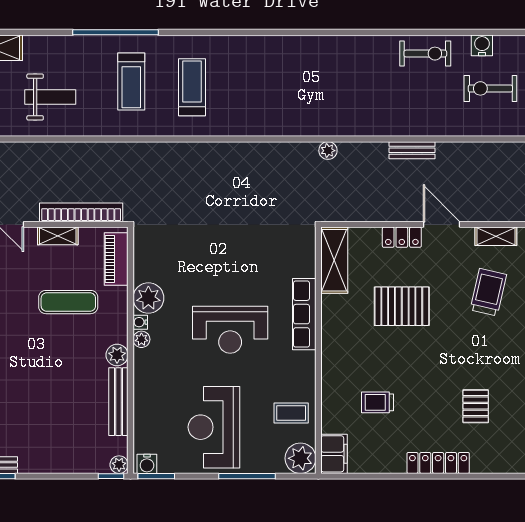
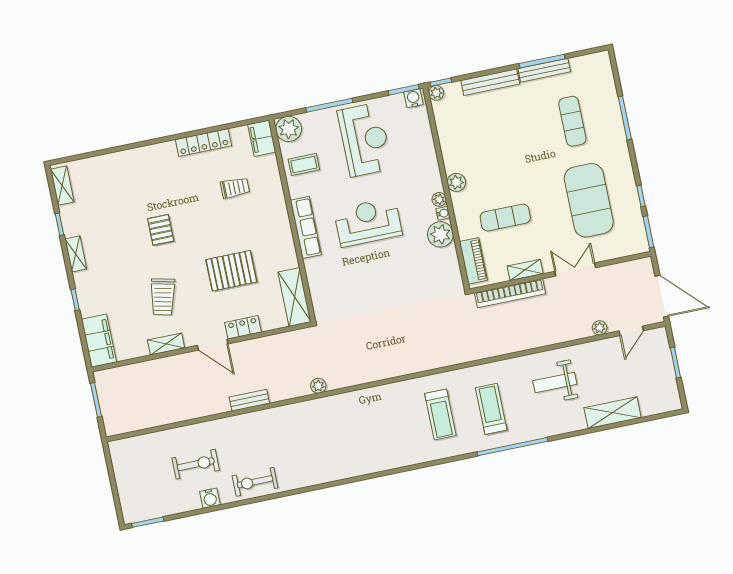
row of seats: (304, 314) -> (306, 227), moved
bench: (118, 402) -> (490, 82), moved, turned 90
pallet: (476, 406) -> (161, 230), moved
locker: (438, 463) -> (203, 143), moved

